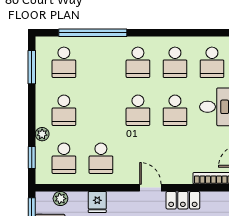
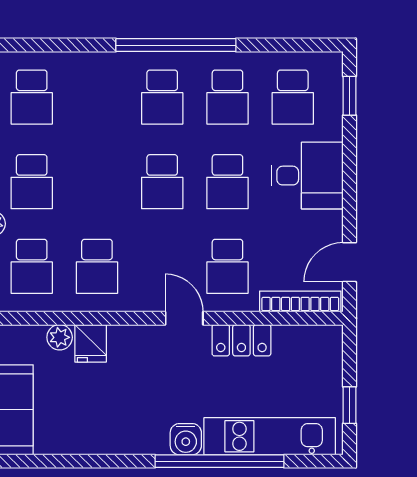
window: (93, 33) -> (176, 45), moved
school desk: (175, 158) -> (227, 266), added
plant: (60, 199) -> (60, 337), moved

